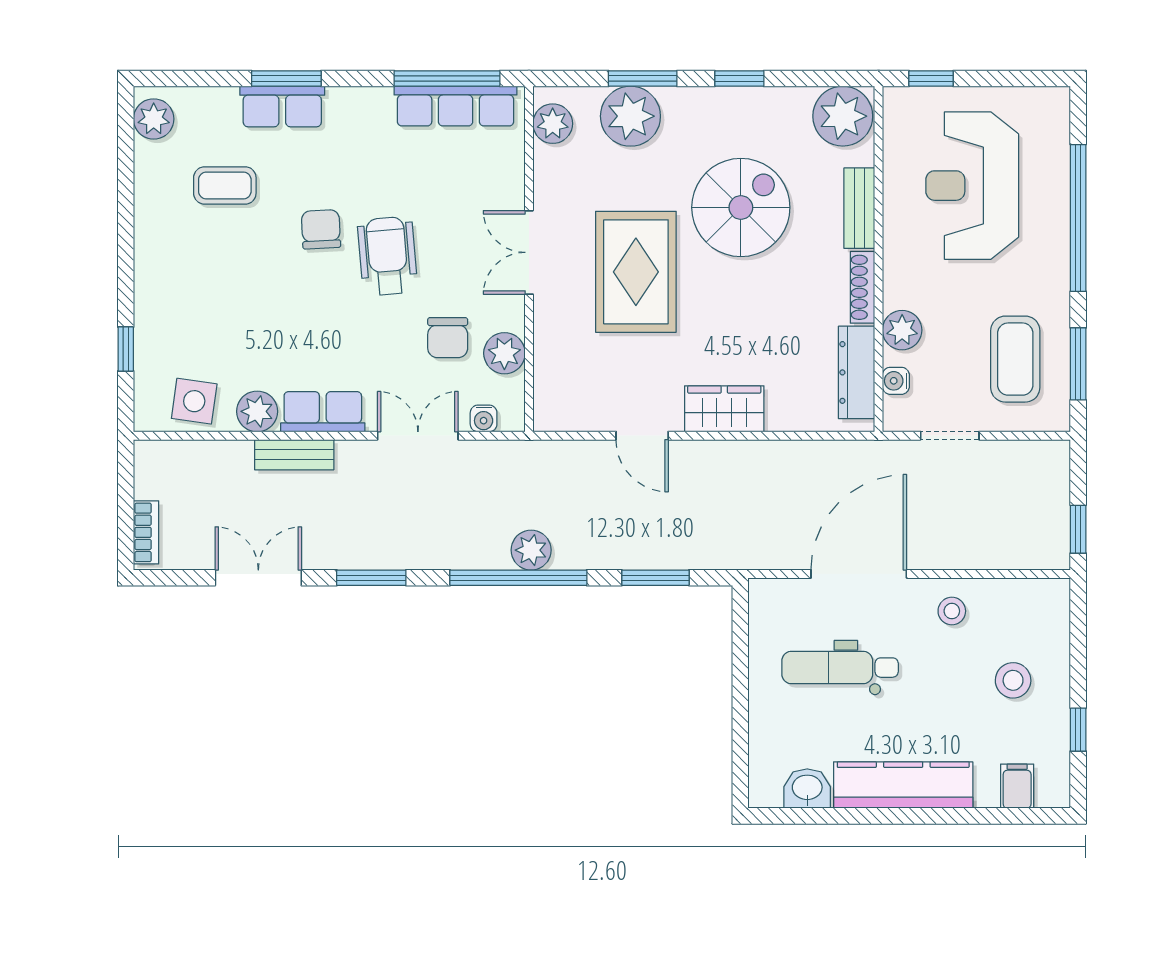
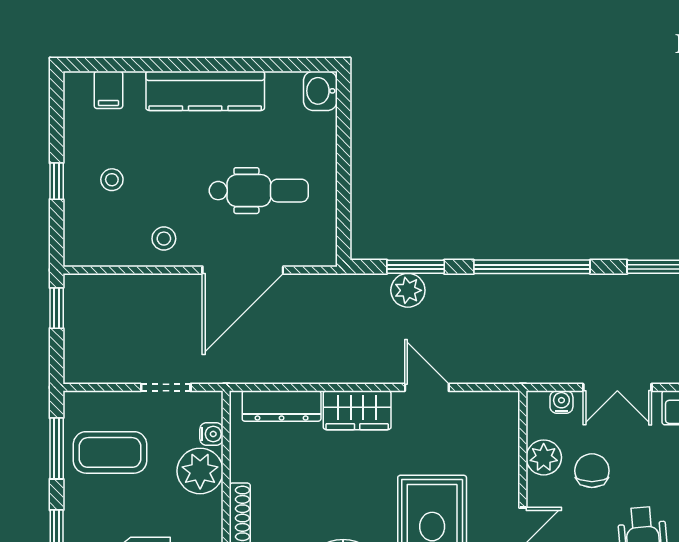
plant: (902, 330) -> (200, 471), width x1.36, depth x1.36
coffee table: (1015, 359) -> (110, 452), turned 90
dresser: (857, 372) -> (282, 406), moved, turned 90
plant: (531, 550) -> (408, 290), moved
stool: (1013, 680) -> (112, 180), width x0.73, depth x0.73
window: (1078, 730) -> (57, 181), moved
washbasin: (807, 789) -> (320, 91), moved, turned 90

